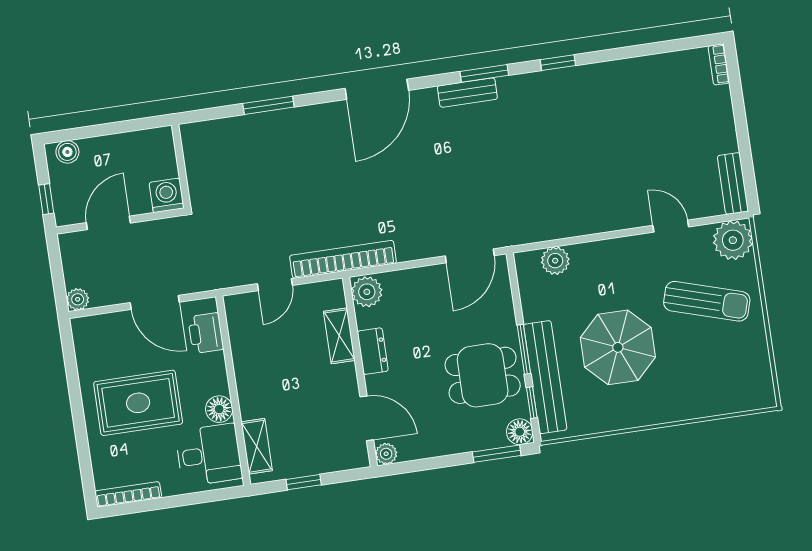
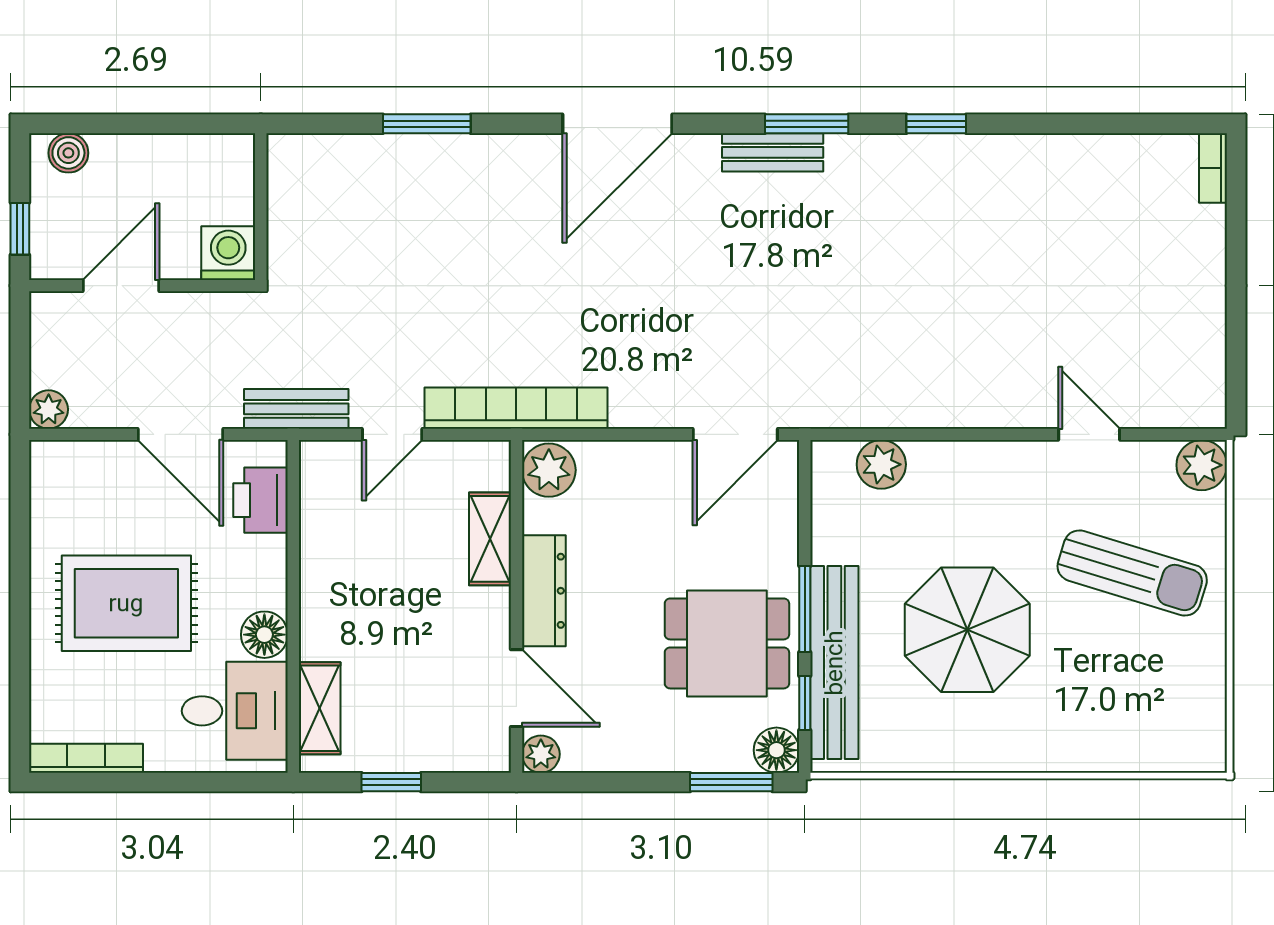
bench: (733, 184) -> (296, 409), moved, turned 90
plant: (733, 240) -> (1202, 465), width x0.73, depth x0.73
dresser: (373, 351) -> (544, 591), width x1.44

